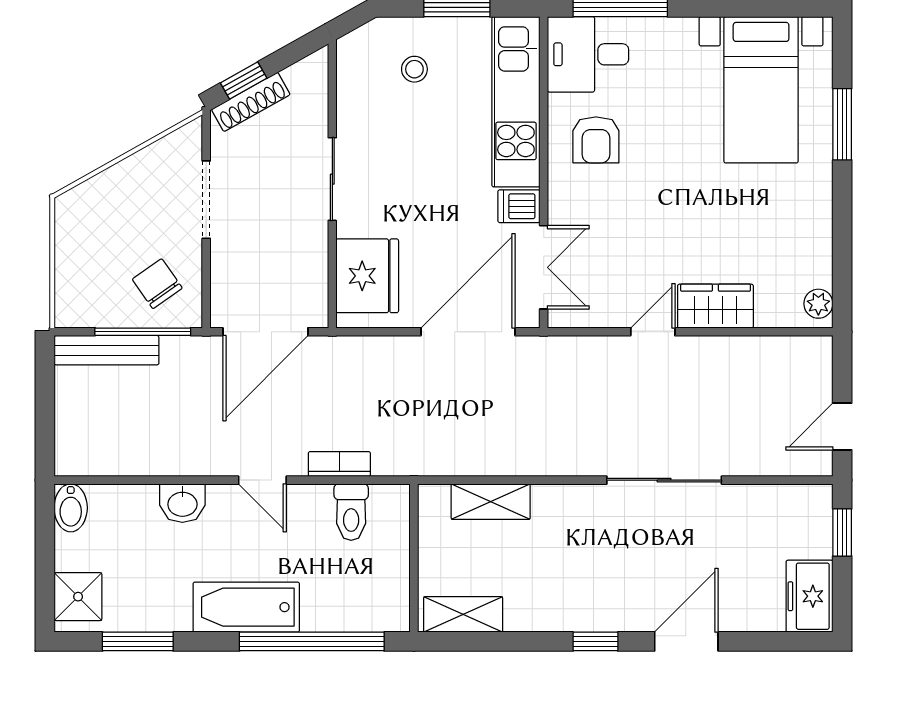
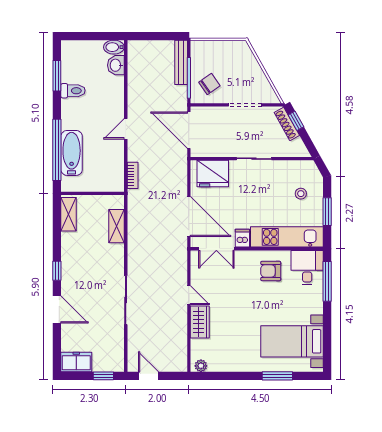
bookcase: (339, 464) -> (133, 175), moved
washbasin: (182, 503) -> (116, 65), moved
toilet: (351, 512) -> (73, 91), moved, turned 180
shower: (78, 597) -> (76, 50), removed
bathtub: (246, 607) -> (72, 153), moved

